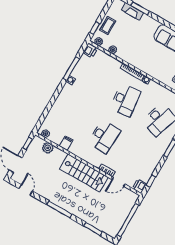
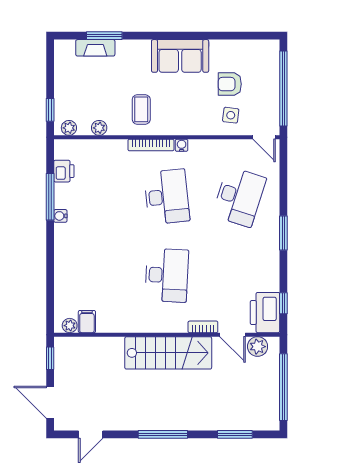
coffee table: (108, 26) -> (141, 109), moved
printer: (90, 50) -> (64, 171), moved
filing cabinet: (66, 143) -> (87, 322), moved
plant: (48, 148) -> (258, 347), moved
door: (119, 182) -> (232, 335), hinge flipped
printer: (139, 186) -> (265, 313), width x1.87, depth x1.48
door: (26, 190) -> (91, 434), swing flipped

